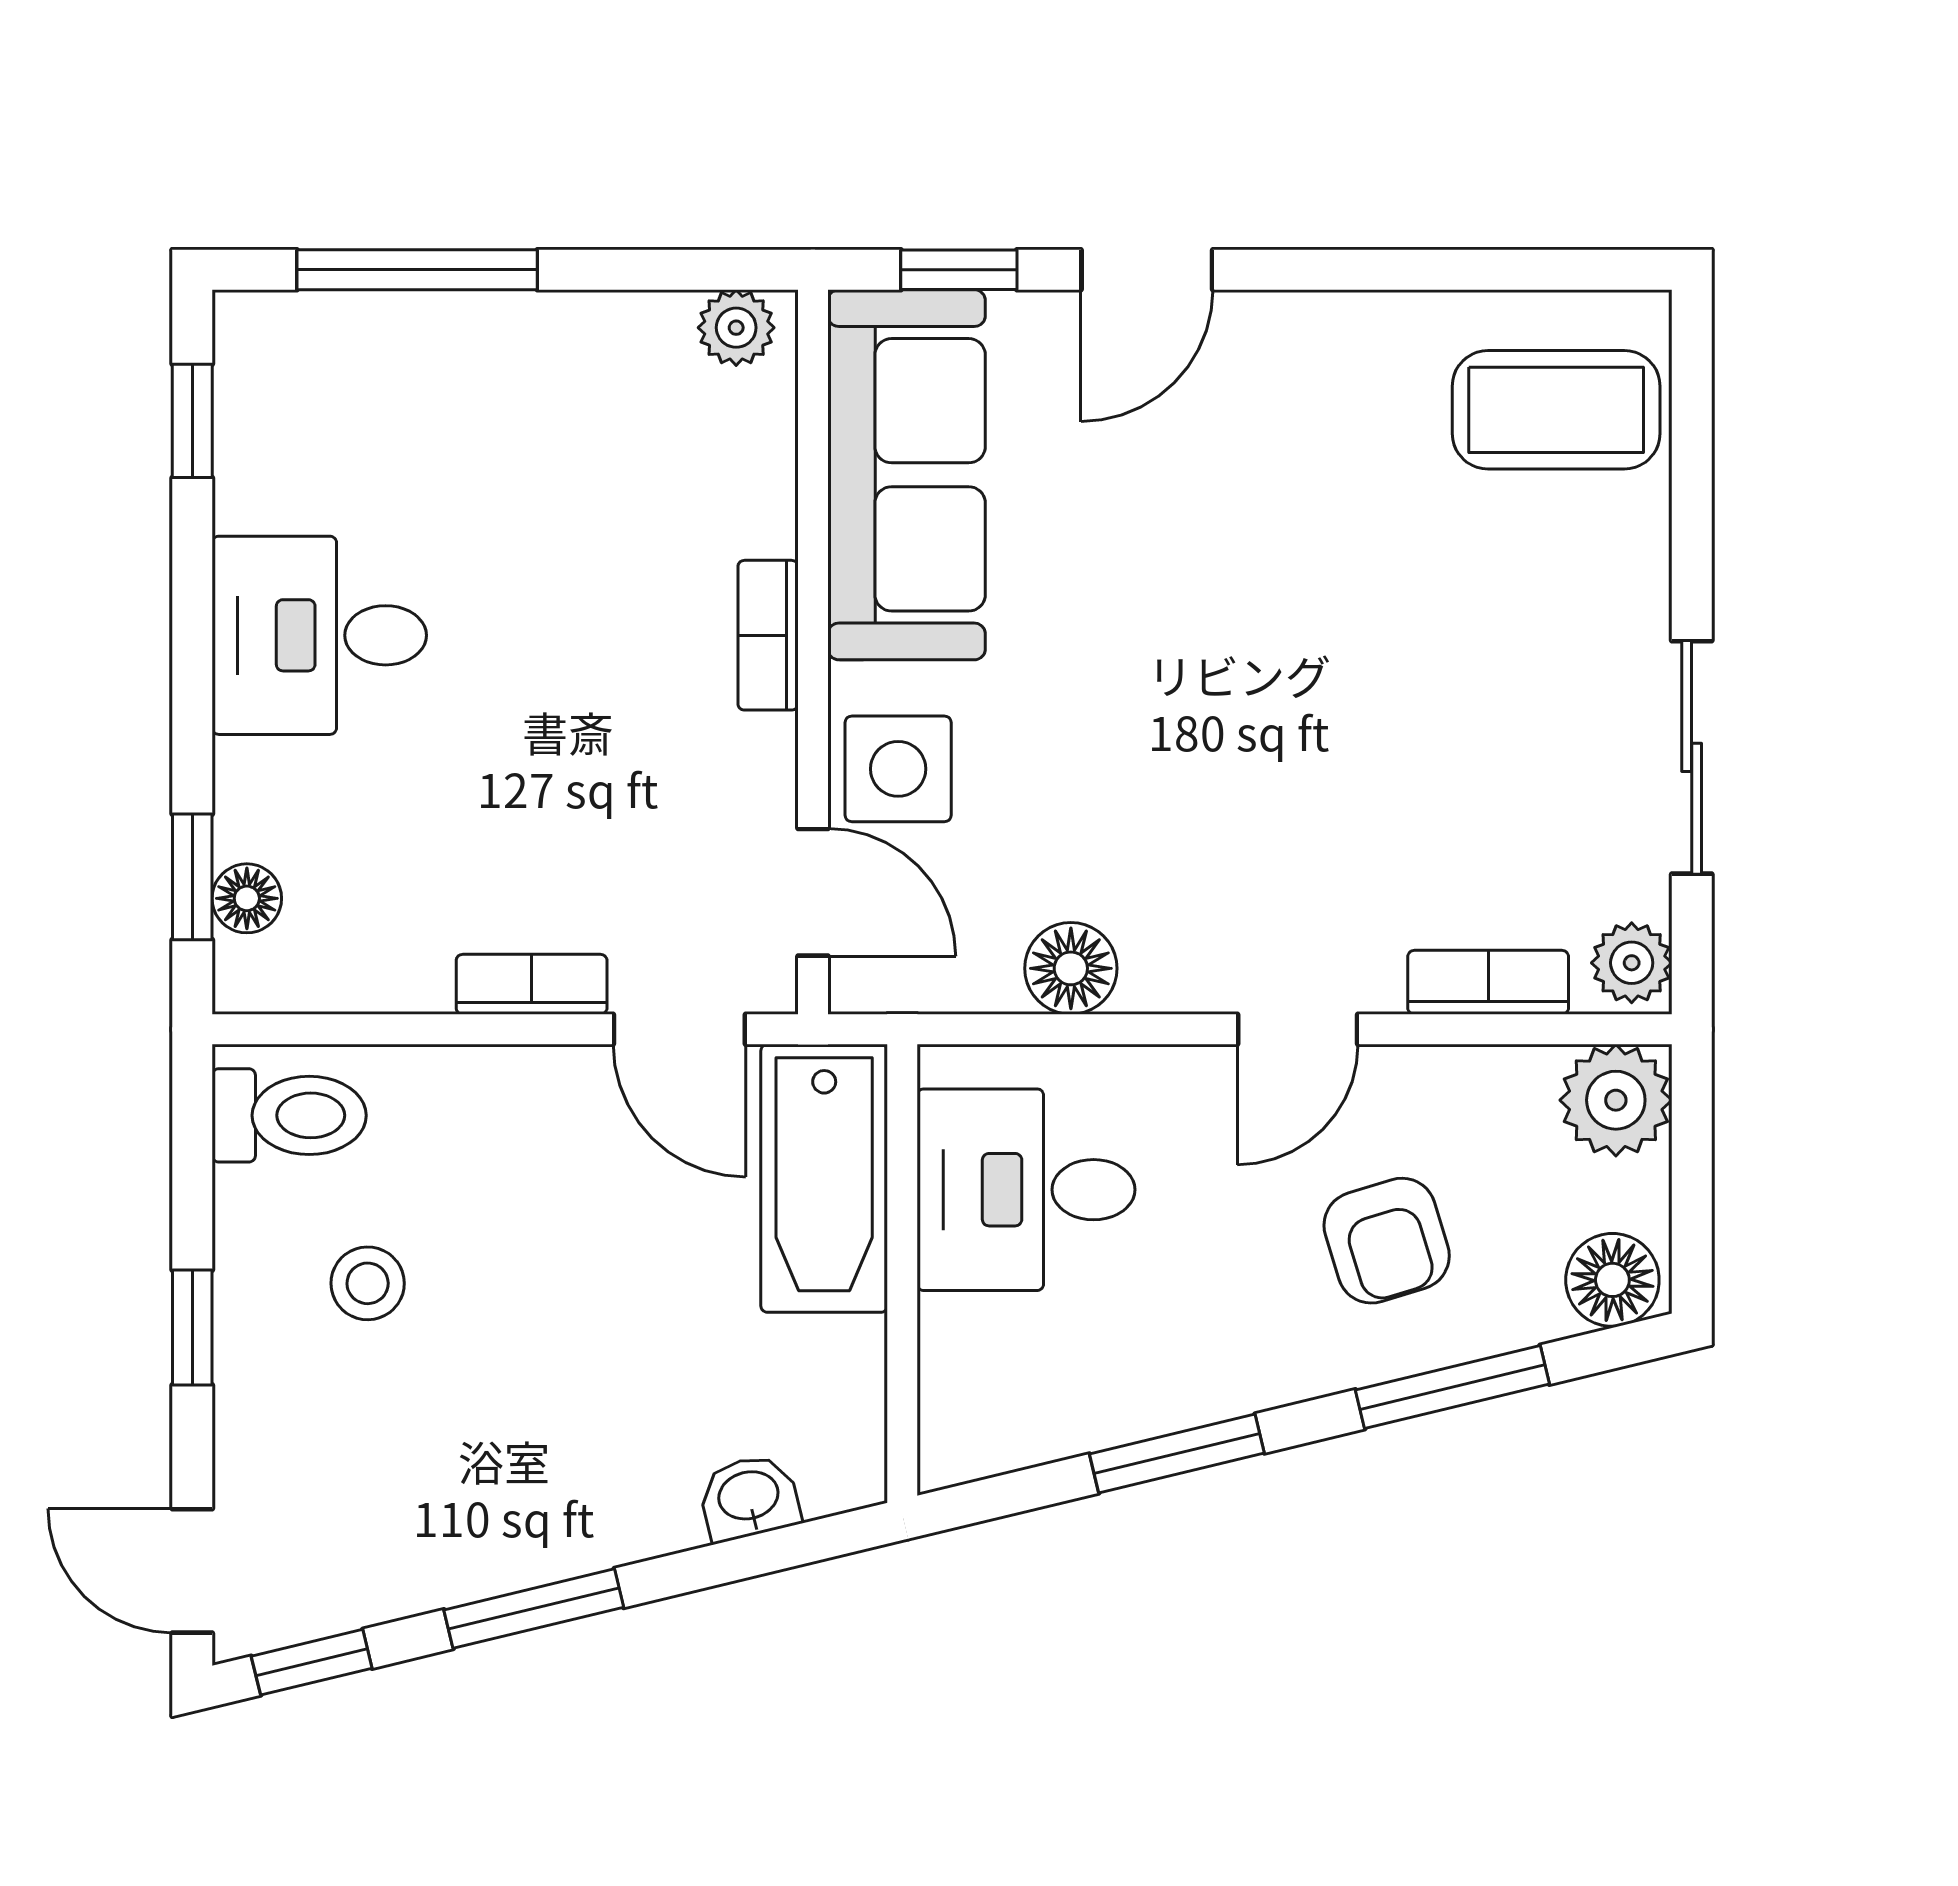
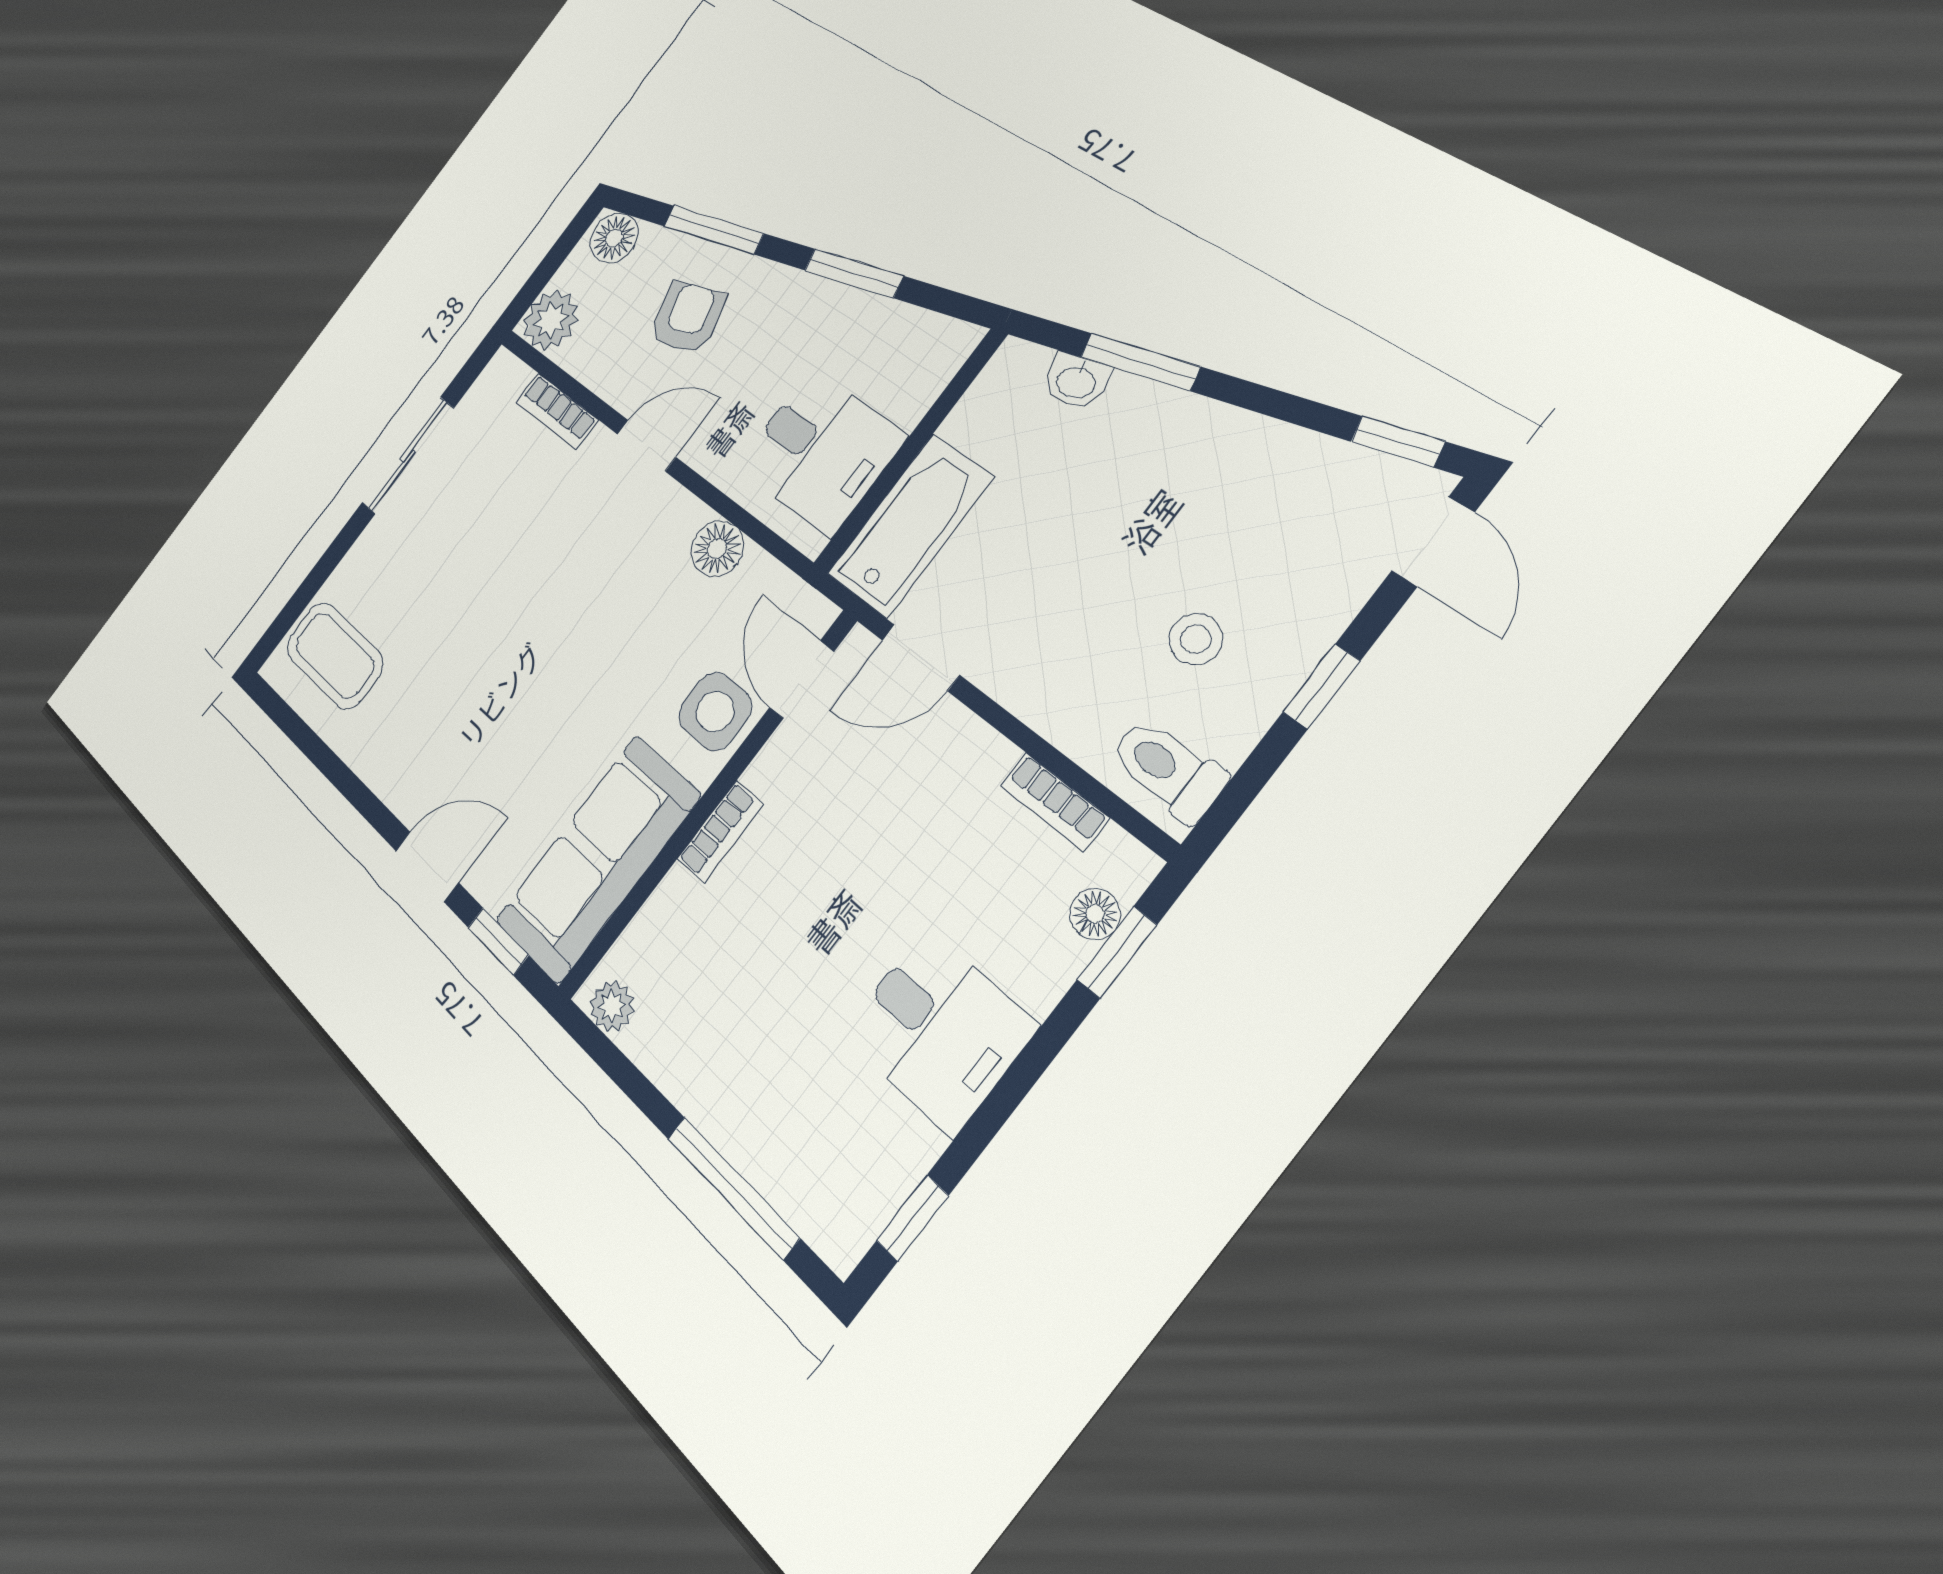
plant: (1632, 963) -> (498, 379), removed
bookcase: (532, 984) -> (1054, 802), moved
door: (679, 1029) -> (921, 658), swing flipped
window: (534, 1609) -> (1140, 362), moved

